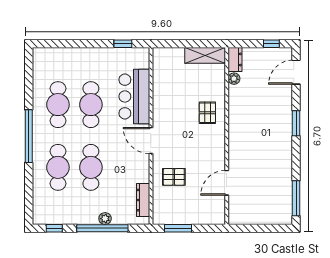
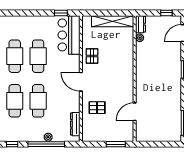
shelving: (205, 55) -> (113, 21), width x1.47
bar counter: (134, 96) -> (69, 35), moved
pallet: (207, 113) -> (92, 56), moved
window: (178, 228) -> (116, 144), moved

